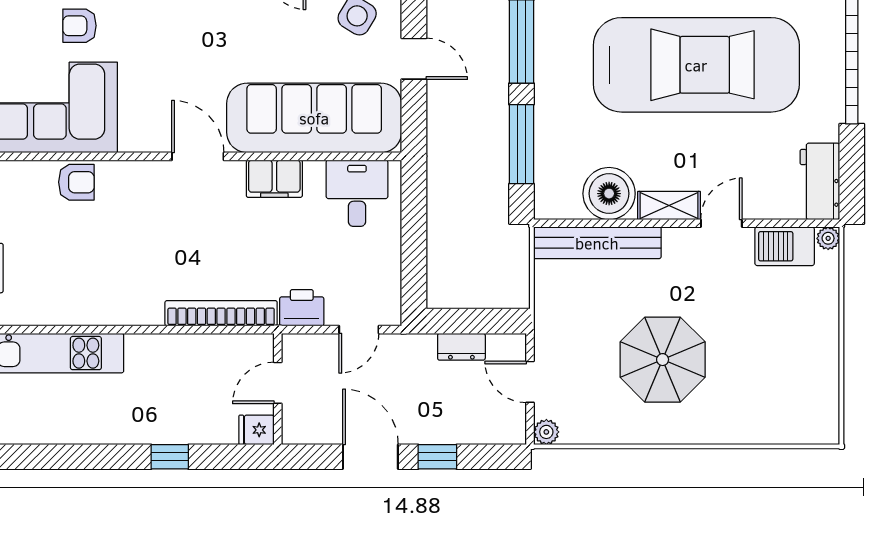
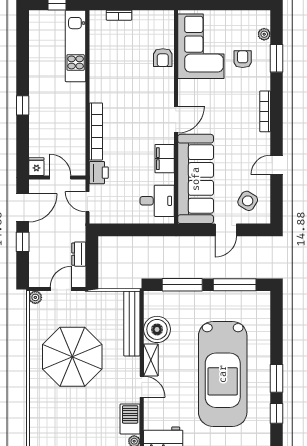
parasol: (663, 360) -> (72, 357), width x1.36, depth x1.36
door: (278, 383) -> (60, 177), moved
wall: (278, 389) -> (57, 177), moved
fridge: (256, 430) -> (36, 167), moved

